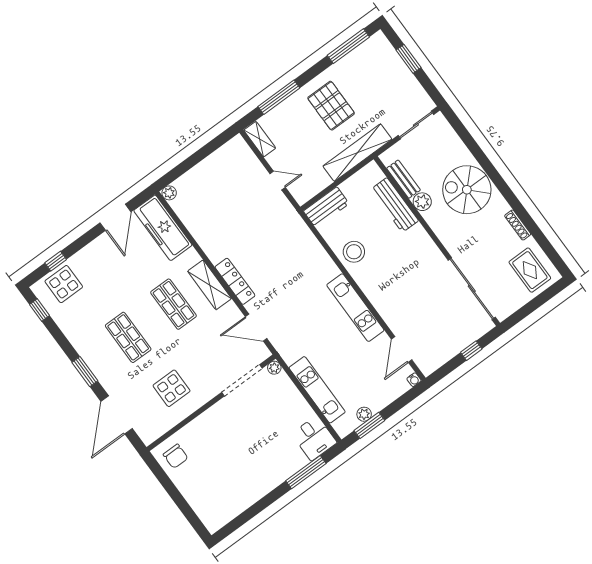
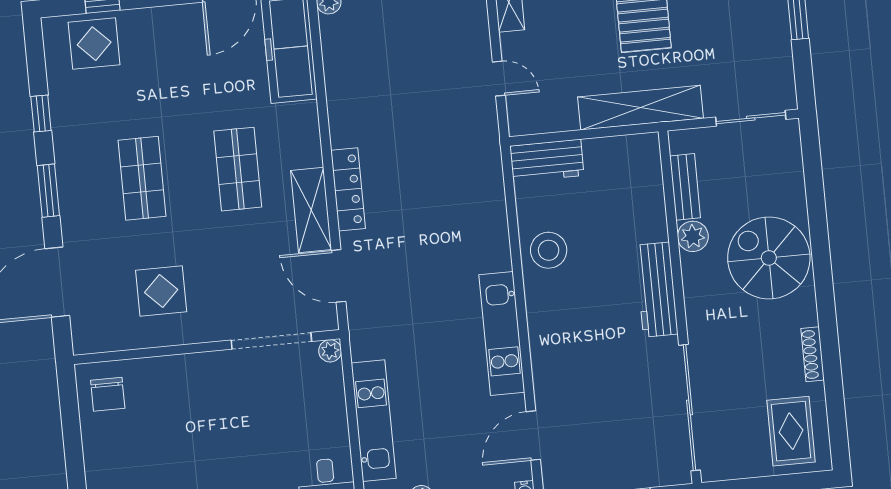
workbench: (395, 205) -> (656, 290), moved
shelving: (210, 285) -> (311, 210), moved
window: (39, 310) -> (41, 114), moved

